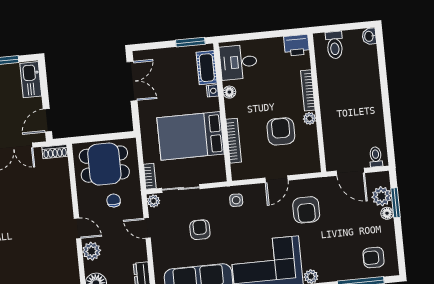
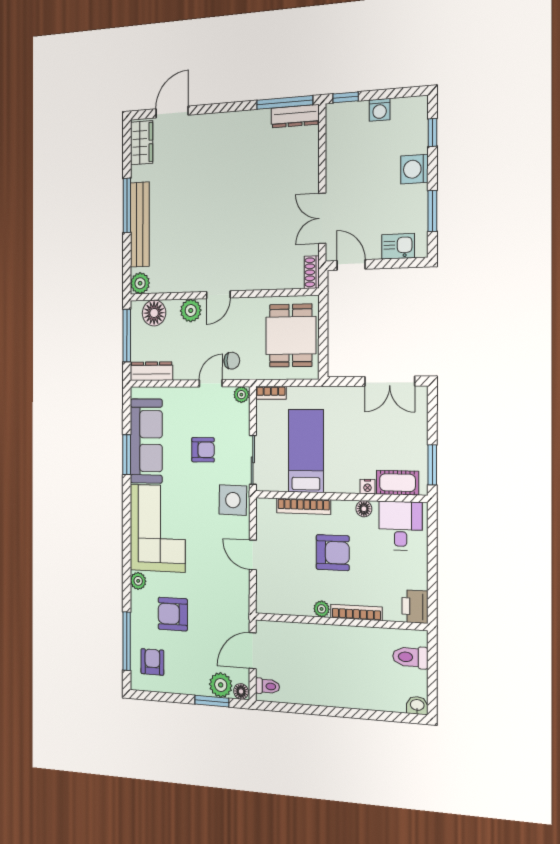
kitchen sink: (31, 80) -> (398, 246), width x0.73
armchair: (281, 131) -> (333, 553), moved
bed: (190, 136) -> (306, 451), width x0.67
sliding door: (181, 188) -> (253, 460), moved
chair: (114, 200) -> (232, 361), moved
side table: (236, 200) -> (233, 500), width x1.87, depth x1.87
armchair: (306, 210) -> (173, 614), moved
floor lamp: (387, 213) -> (241, 691), moved

